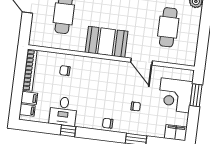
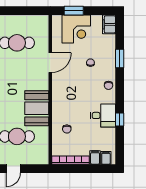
booth: (107, 42) -> (37, 108), moved
desk: (63, 111) -> (103, 115), moved

